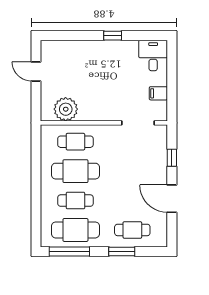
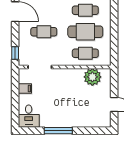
window: (113, 36) -> (58, 131), width x2.17
window: (172, 158) -> (15, 53), moved
cafe table: (132, 171) -> (44, 32), added

